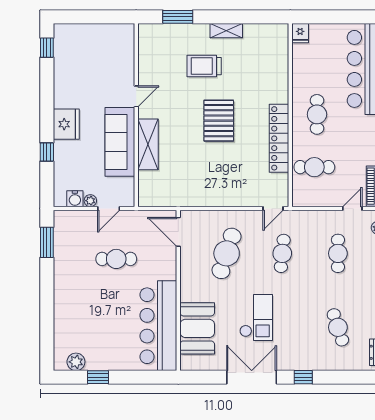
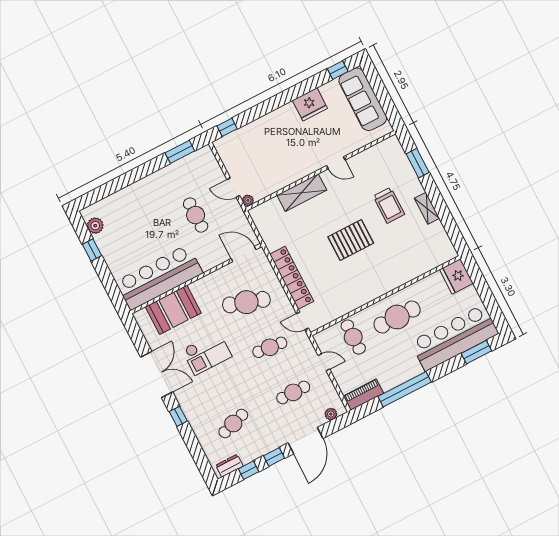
fridge: (300, 33) -> (456, 276), width x1.88, depth x1.34
trolley: (204, 66) -> (389, 205), turned 180
cafe table: (317, 114) -> (397, 317), width x1.37, depth x1.35
fridge: (66, 124) -> (310, 104), moved
locker: (279, 138) -> (292, 278), moved, turned 90
sofa: (120, 142) -> (363, 99), moved, turned -90
window: (47, 152) -> (227, 127), moved
water cooler: (75, 199) -> (227, 156), removed
plant: (90, 201) -> (248, 200), moved
door: (352, 208) -> (324, 362), moved
door: (178, 232) -> (244, 254), hinge flipped

